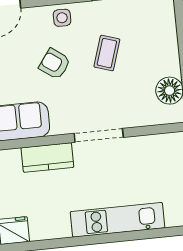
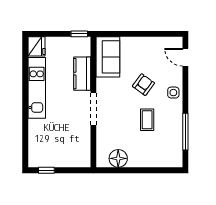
coffee table: (107, 53) -> (147, 120), turned 72
kitchen unit: (118, 220) -> (37, 88), moved

